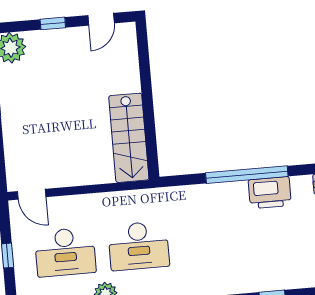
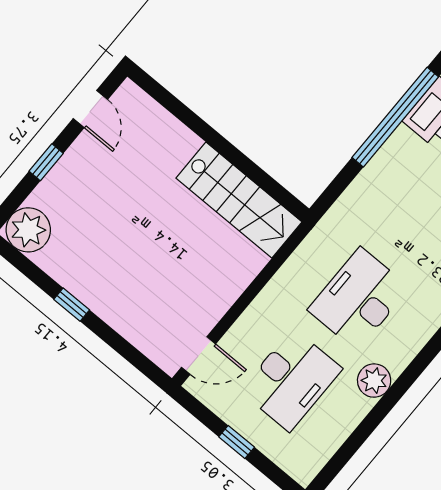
desk: (139, 246) -> (359, 299), turned 180

